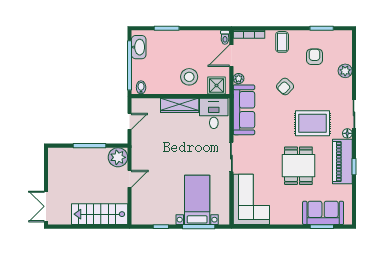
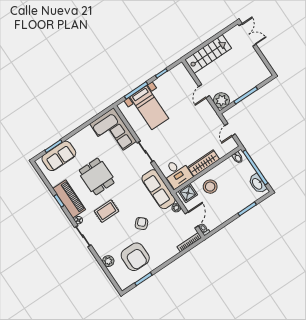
coffee table: (282, 42) -> (164, 252), removed
armchair: (315, 57) -> (135, 257), width x1.88, depth x1.88
rug: (312, 123) -> (106, 211), width x0.73, depth x0.70

